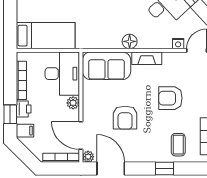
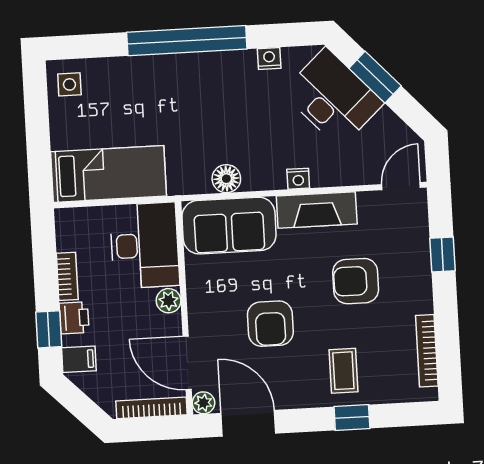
floor lamp: (130, 41) -> (226, 179), moved
nightstand: (178, 44) -> (298, 179), moved
fireplace: (147, 58) -> (317, 210), width x1.37, depth x1.32
bookcase: (21, 80) -> (67, 276), width x0.64
coffee table: (178, 145) -> (343, 371), moved

